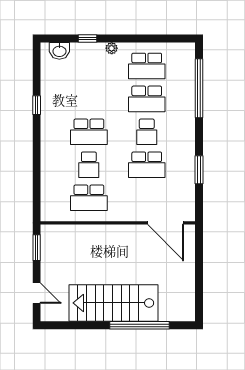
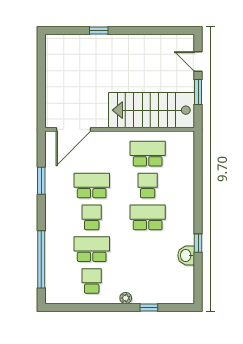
washbasin: (59, 51) -> (186, 256), moved, turned -90
school desk: (147, 66) -> (92, 281), width x0.54
door: (166, 223) -> (73, 129), swing flipped
window: (37, 248) -> (198, 92), moved
stairs: (114, 303) -> (152, 110), moved, turned 180
window: (139, 325) -> (99, 31), width x0.32

